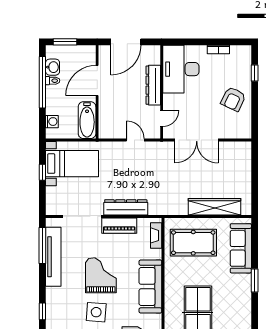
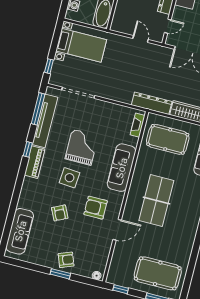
window: (42, 172) -> (49, 66), moved
dresser: (126, 207) -> (152, 103), moved
piano: (119, 226) -> (35, 162), moved, turned -90
window: (42, 311) -> (28, 149), moved

